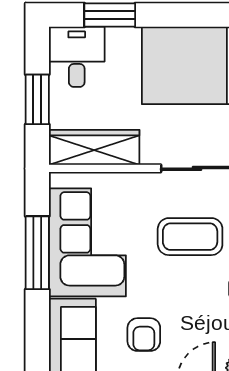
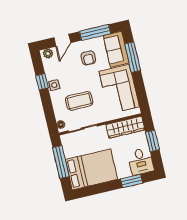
window: (37, 253) -> (133, 57), moved
armchair: (144, 335) -> (88, 58), turned 180

